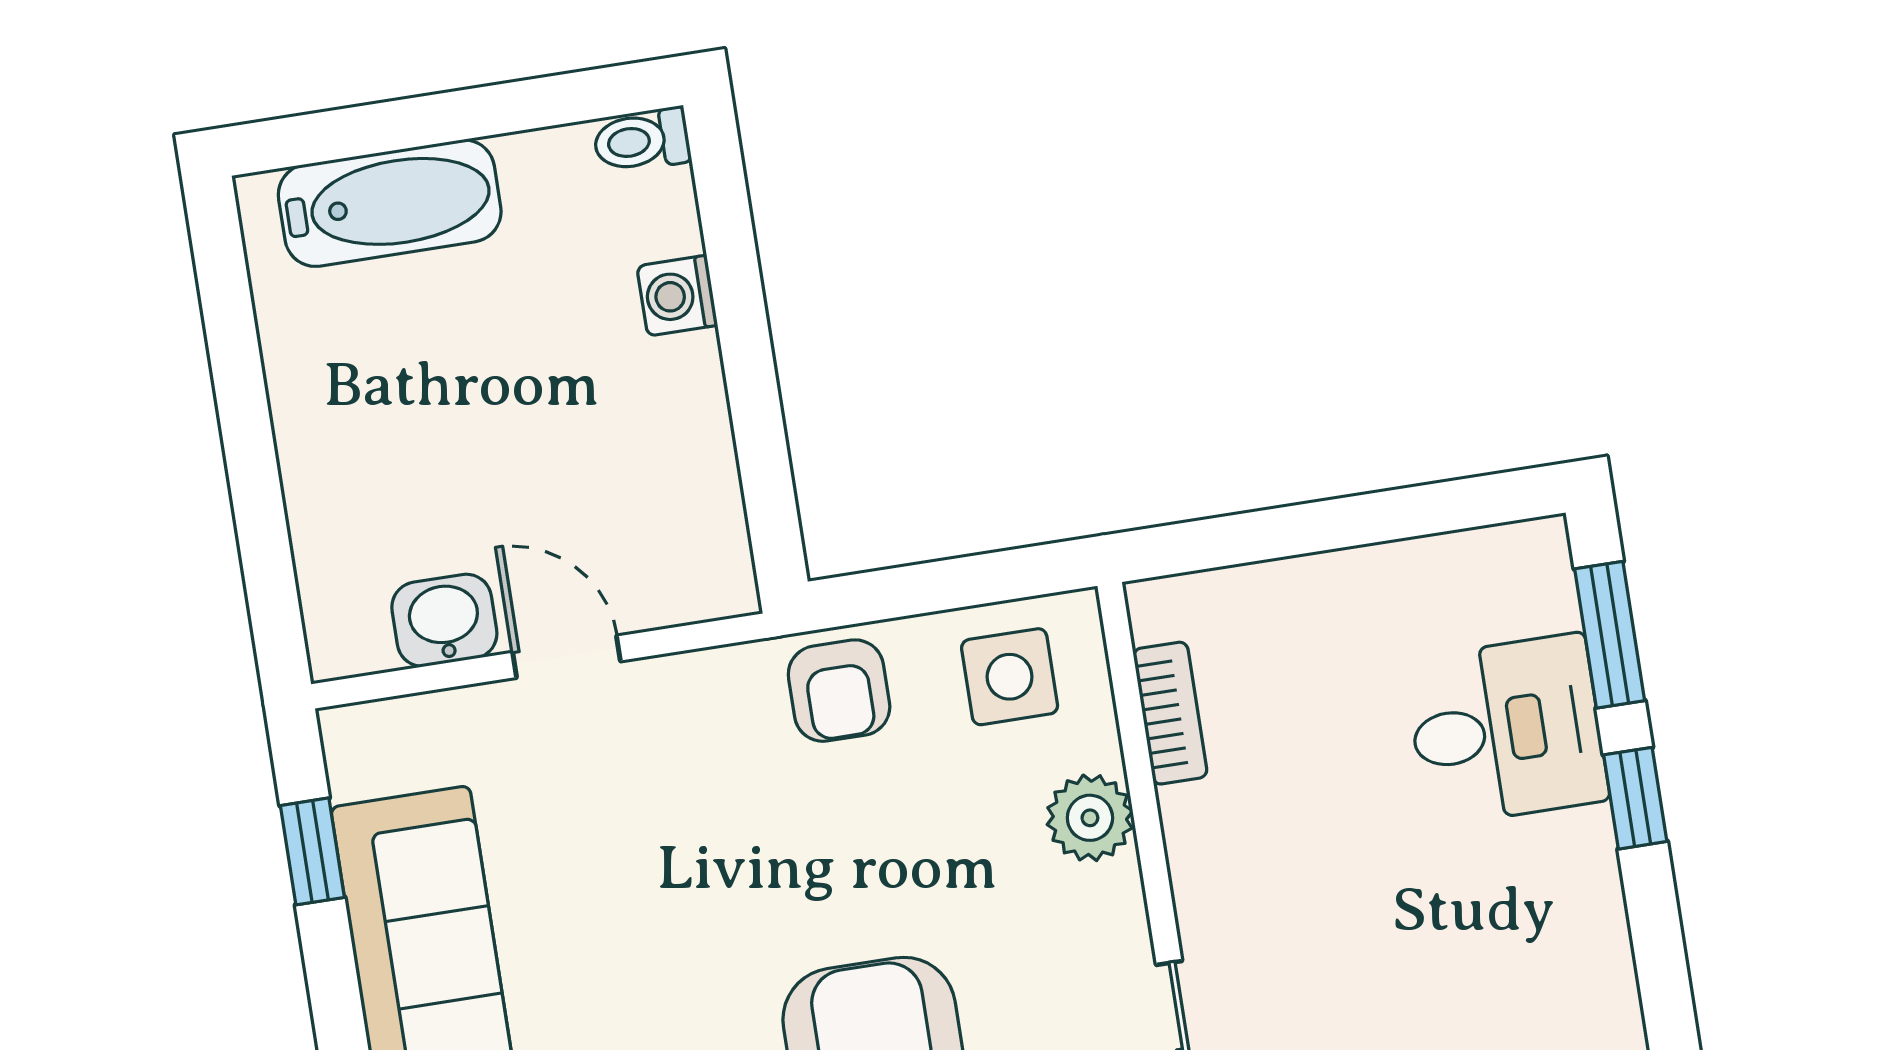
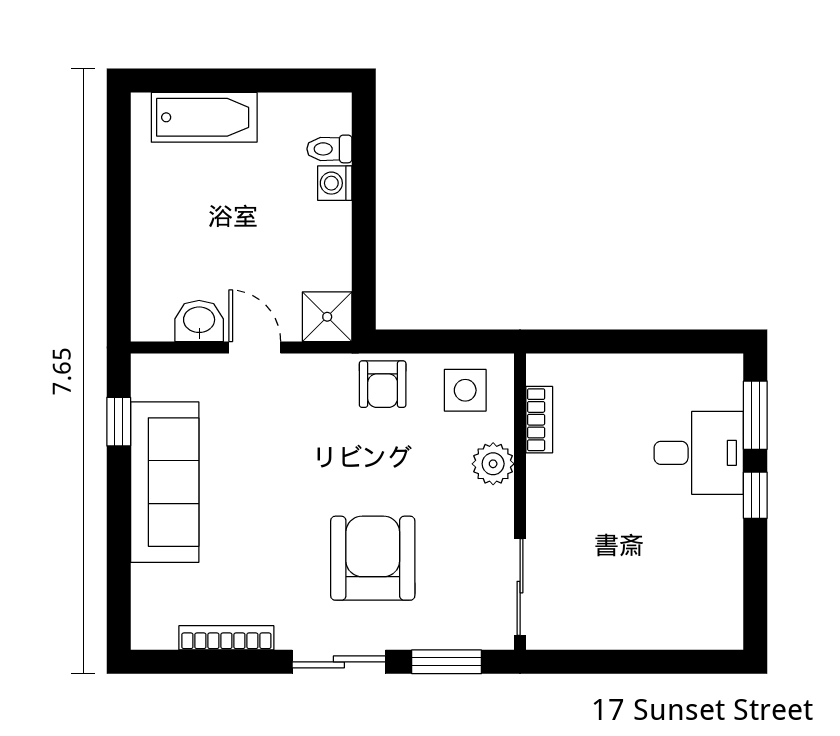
toilet: (642, 140) -> (329, 149), moved
shower: (704, 571) -> (327, 317), added

